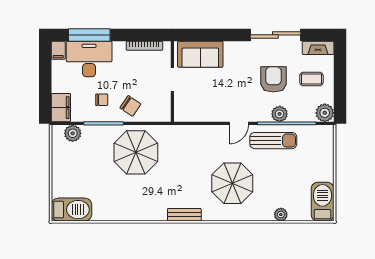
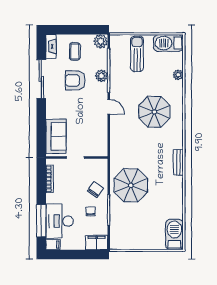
plant: (73, 133) -> (116, 234), removed
sun lounger: (273, 141) -> (137, 54), moved
bench: (184, 215) -> (178, 162), moved

